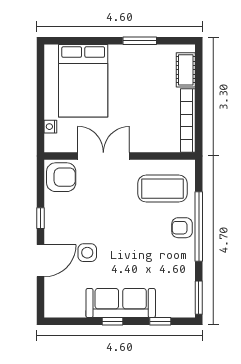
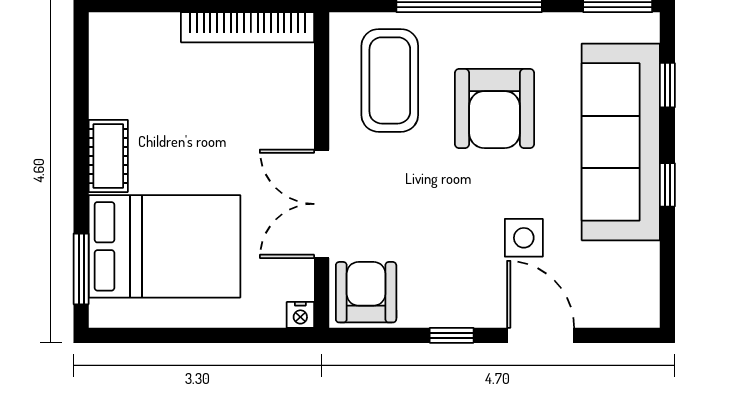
window: (140, 41) -> (81, 269), moved
cot: (186, 70) -> (108, 156), moved, turned 90
nightstand: (50, 127) -> (300, 315), moved
armchair: (182, 228) -> (494, 109), moved, width x1.88, depth x1.88
sofa: (121, 303) -> (621, 142), width x1.36, depth x1.27

